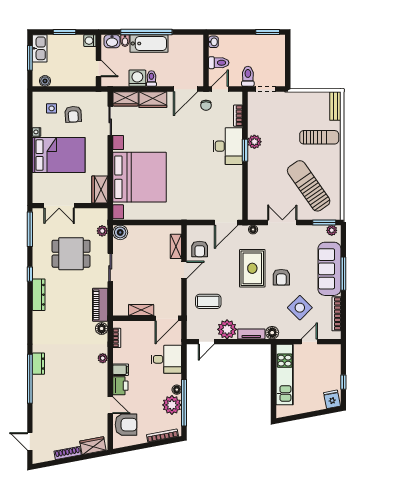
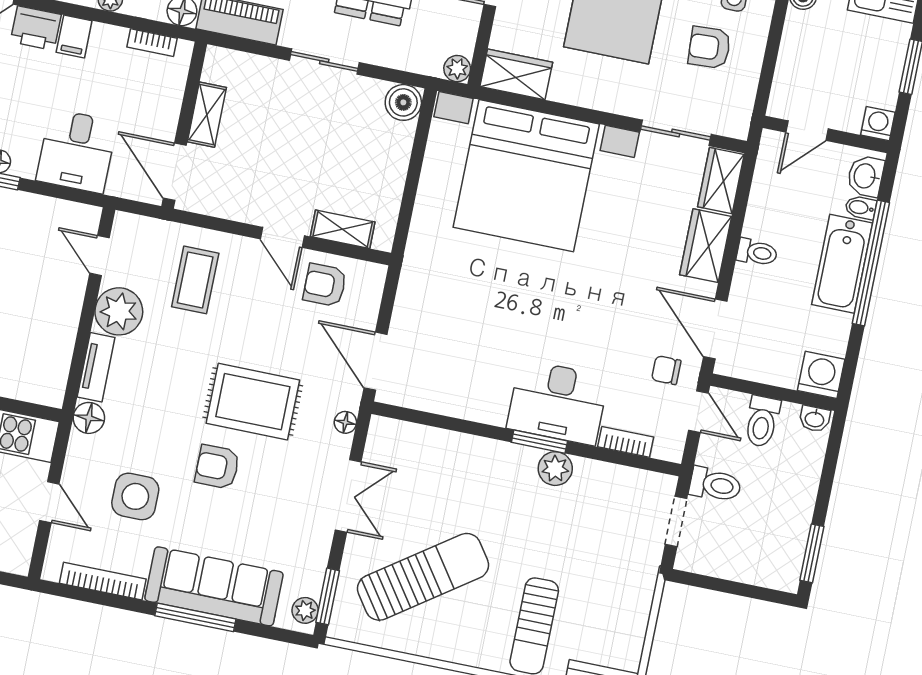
washing machine: (137, 78) -> (821, 375), moved, turned -90
plant: (102, 231) -> (457, 69), moved
side table: (300, 308) -> (135, 496), turned 45

